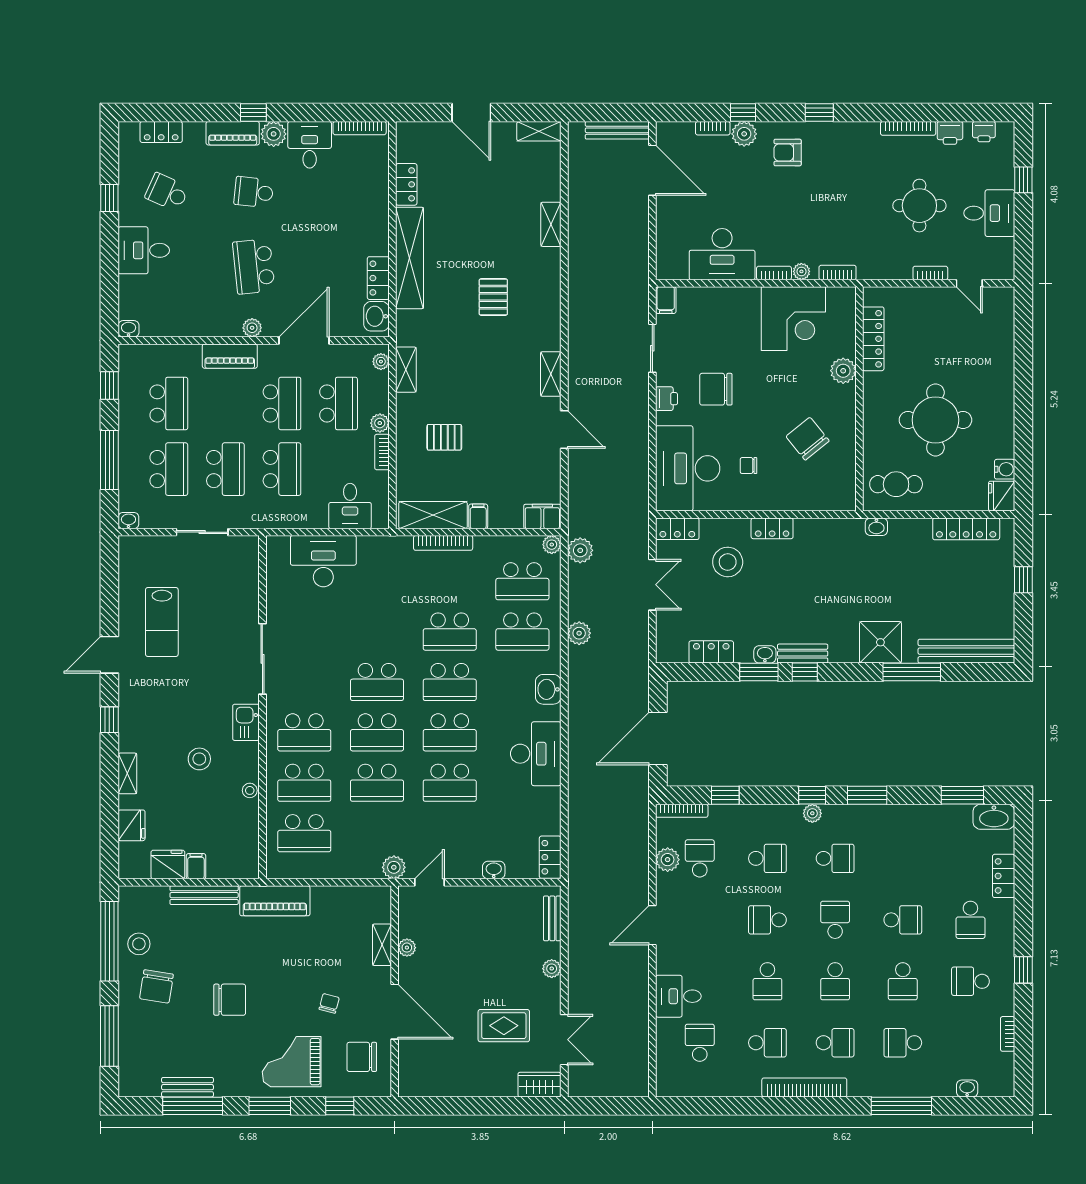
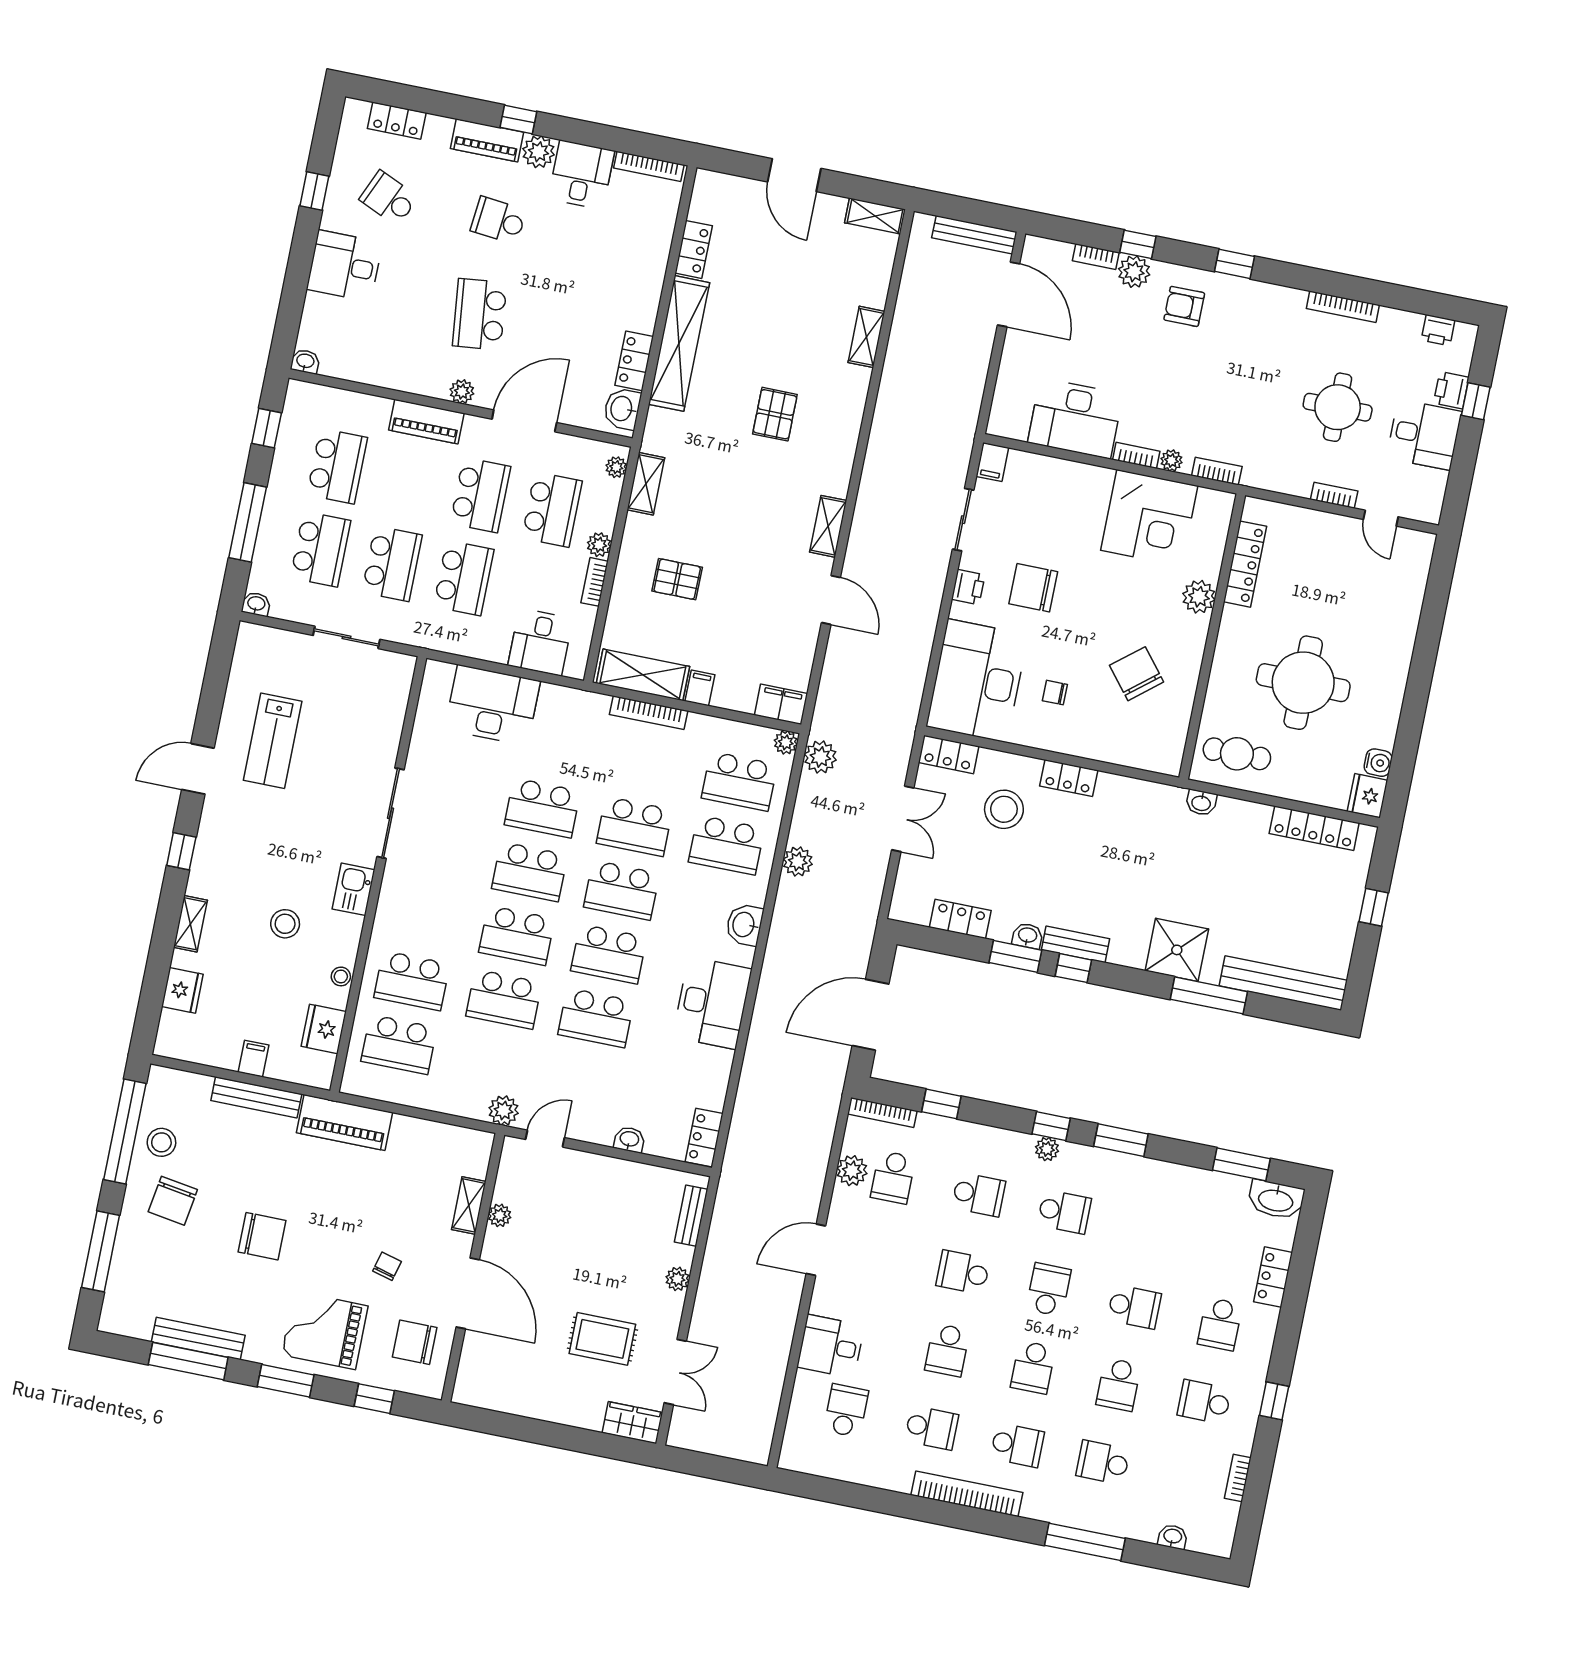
printer: (950, 133) -> (1451, 390), moved, turned 90
school desk: (304, 732) -> (542, 808), moved
school desk: (700, 858) -> (893, 1177), turned 180
fridge: (168, 865) -> (324, 1029), moved, turned -90
bench: (188, 1087) -> (198, 1338), width x1.36

